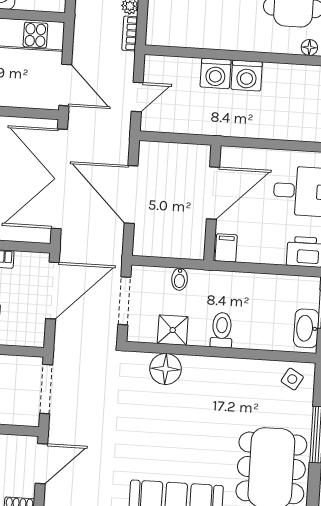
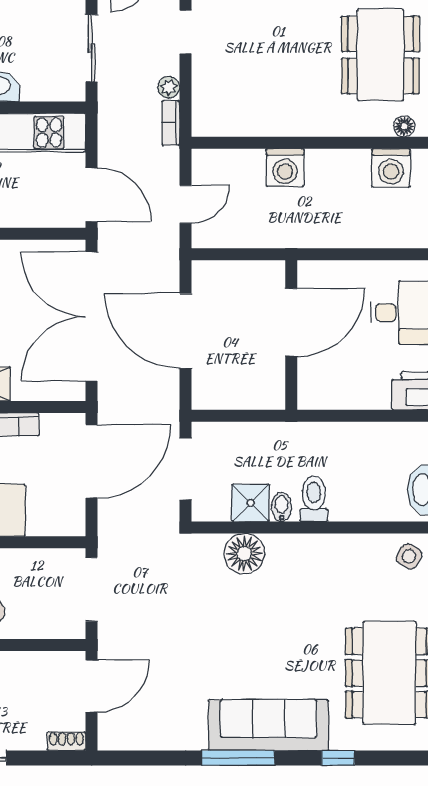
washing machine: (247, 76) -> (391, 168), moved
filing cabinet: (226, 248) -> (313, 392), removed
bidet: (180, 279) -> (282, 507), moved, turned 180

